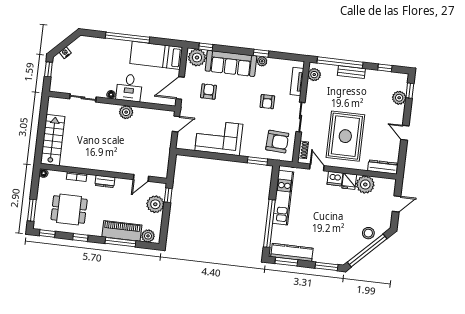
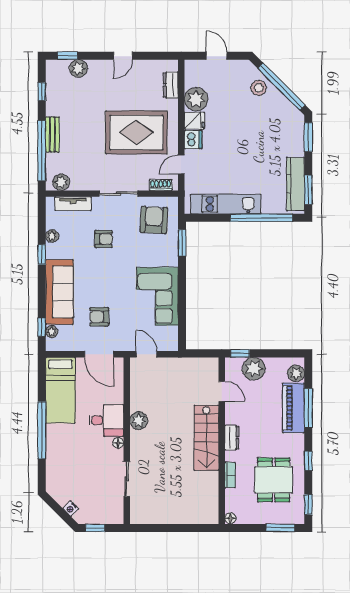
plant: (197, 58) -> (52, 332), width x0.53, depth x0.53
plant: (262, 61) -> (52, 236), moved
stairs: (53, 140) -> (206, 438), moved, turned -90
dresser: (383, 167) -> (171, 85), width x0.70

